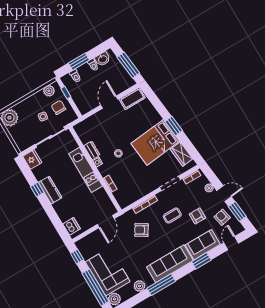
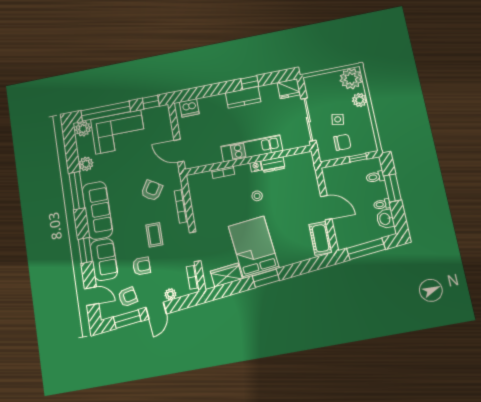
plant: (49, 91) -> (360, 100), moved

